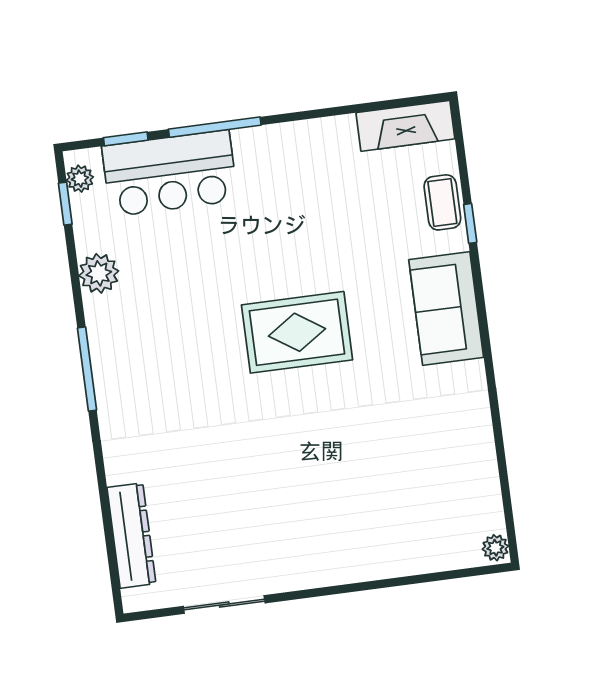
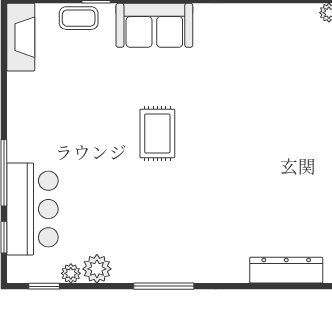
plant: (80, 179) -> (71, 273), moved
rug: (297, 332) -> (157, 133), width x0.73, depth x0.70

